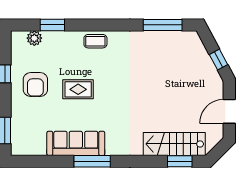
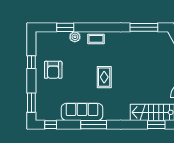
plant: (34, 38) -> (75, 37), moved
rug: (78, 89) -> (104, 77), moved, turned 90
window: (32, 161) -> (51, 125), added

